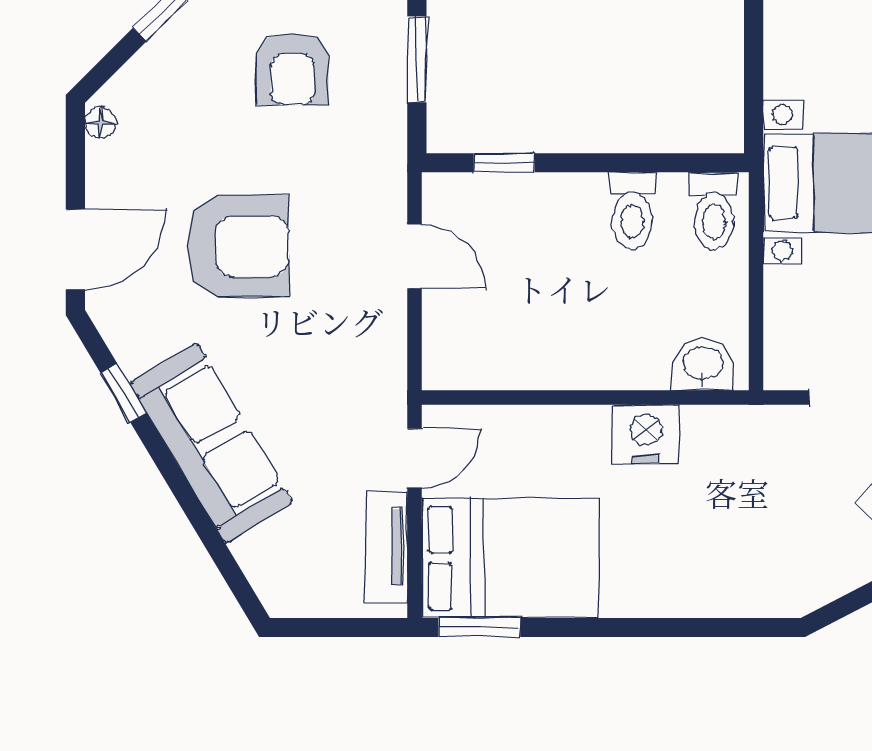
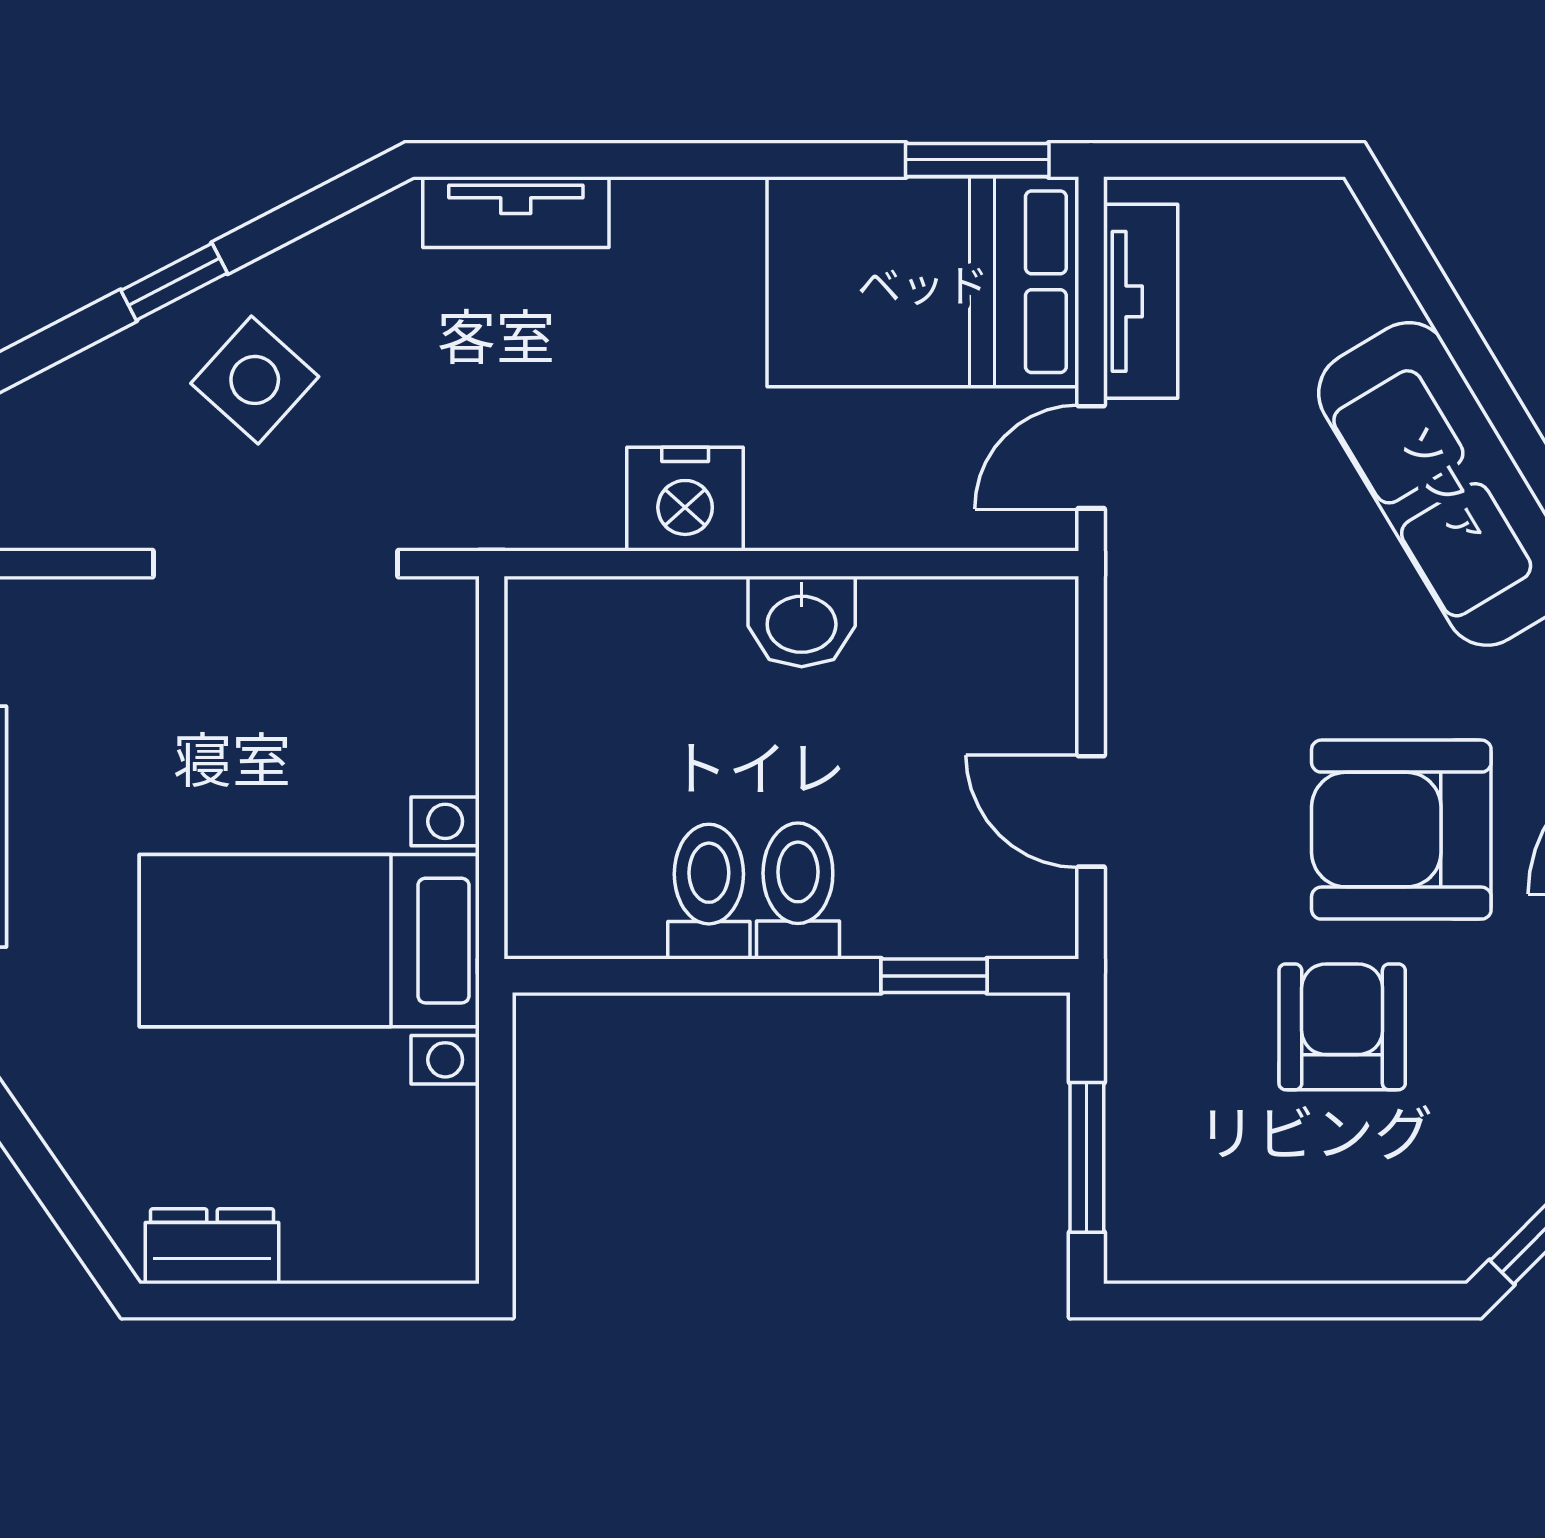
armchair: (293, 69) -> (1342, 1027), moved
toilet: (714, 211) -> (798, 891), moved
washbasin: (703, 365) -> (802, 622), moved
tv unit: (742, 598) -> (516, 212), added

